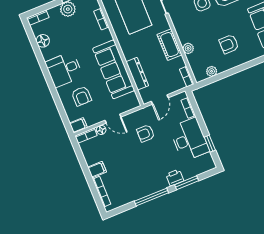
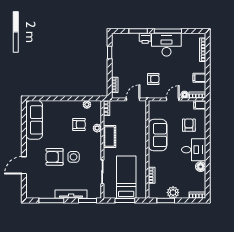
floor lamp: (43, 41) -> (201, 167), moved
armchair: (229, 44) -> (79, 124), moved
sofa: (114, 69) -> (158, 135), width x0.73
dresser: (137, 74) -> (142, 125), removed
door: (113, 119) -> (173, 99), hinge flipped
desk: (189, 139) -> (166, 45), moved, turned 90
filing cabinet: (97, 170) -> (199, 78), moved

